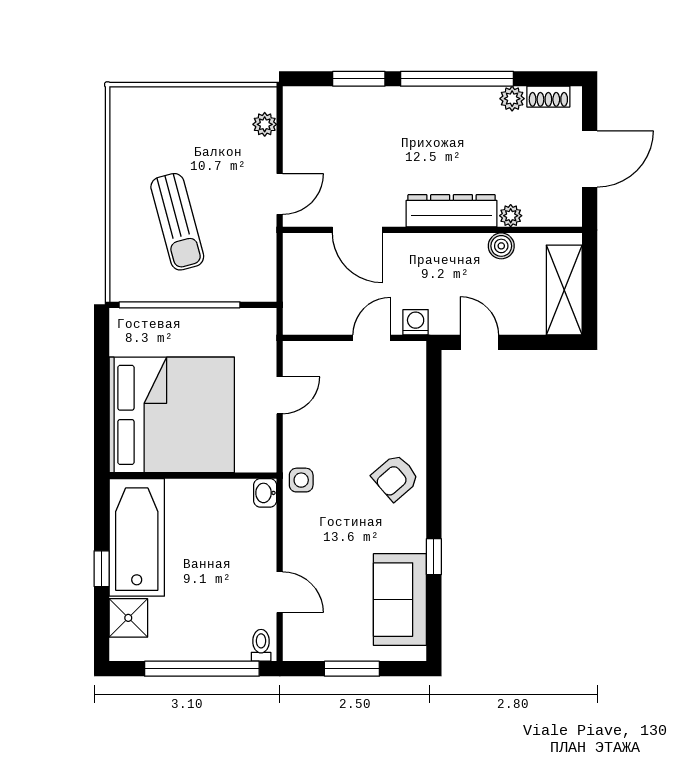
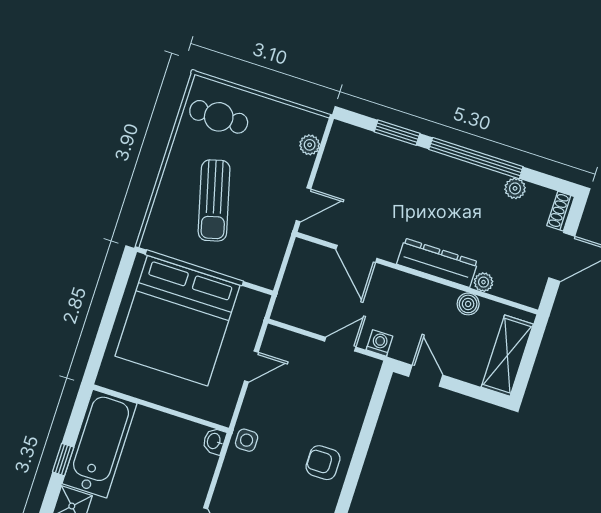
shoe rack: (548, 97) -> (561, 211), moved, turned 90
cafe table: (152, 126) -> (219, 117), added
bed: (172, 415) -> (177, 321), moved, turned 90
armchair: (395, 478) -> (323, 463), turned 41

